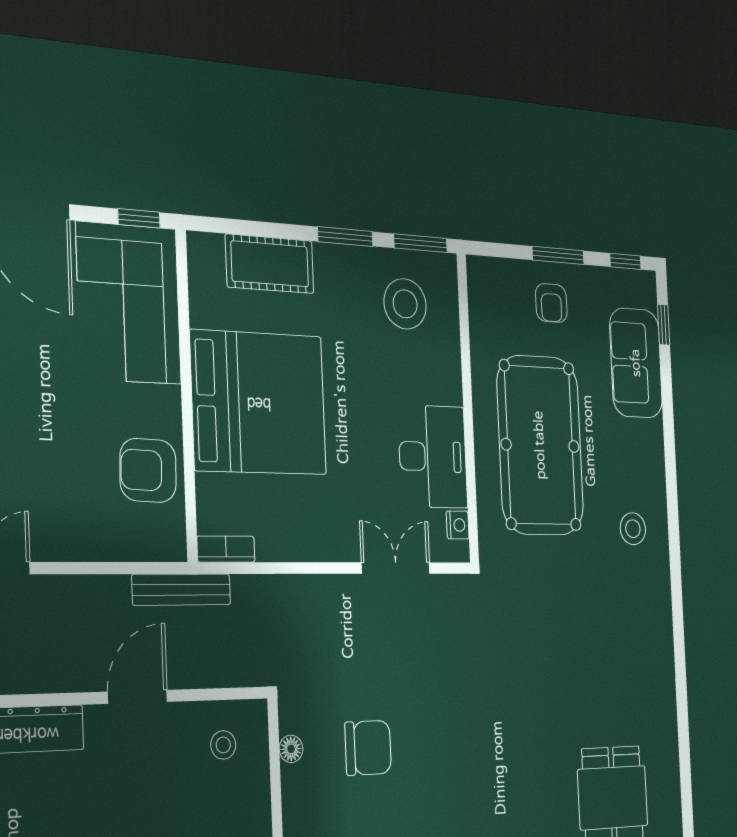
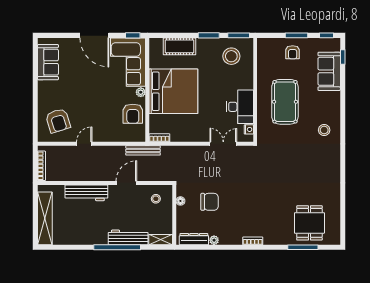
plant: (168, 402) -> (141, 92), added
pool table: (540, 445) -> (285, 102), width x0.73, depth x0.76
armchair: (148, 470) -> (133, 114), turned -92

